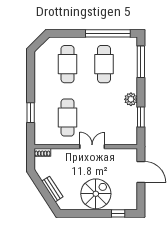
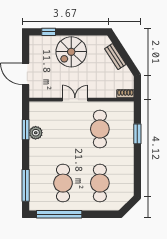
plant: (131, 99) -> (36, 133), moved
double door: (92, 147) -> (75, 100), swing flipped

